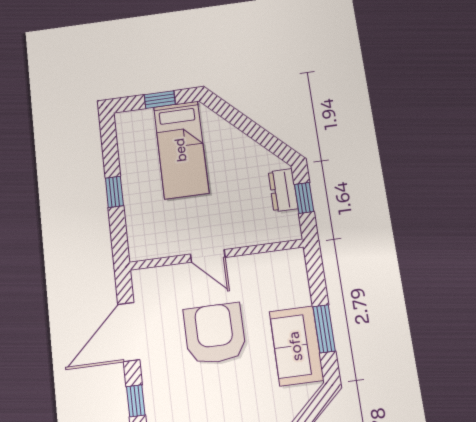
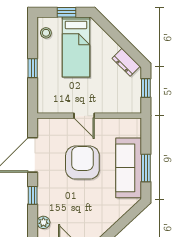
stool: (130, 135) -> (46, 33), added
dresser: (283, 190) -> (126, 62), moved, turned -45
sofa: (296, 346) -> (129, 168), width x1.36

